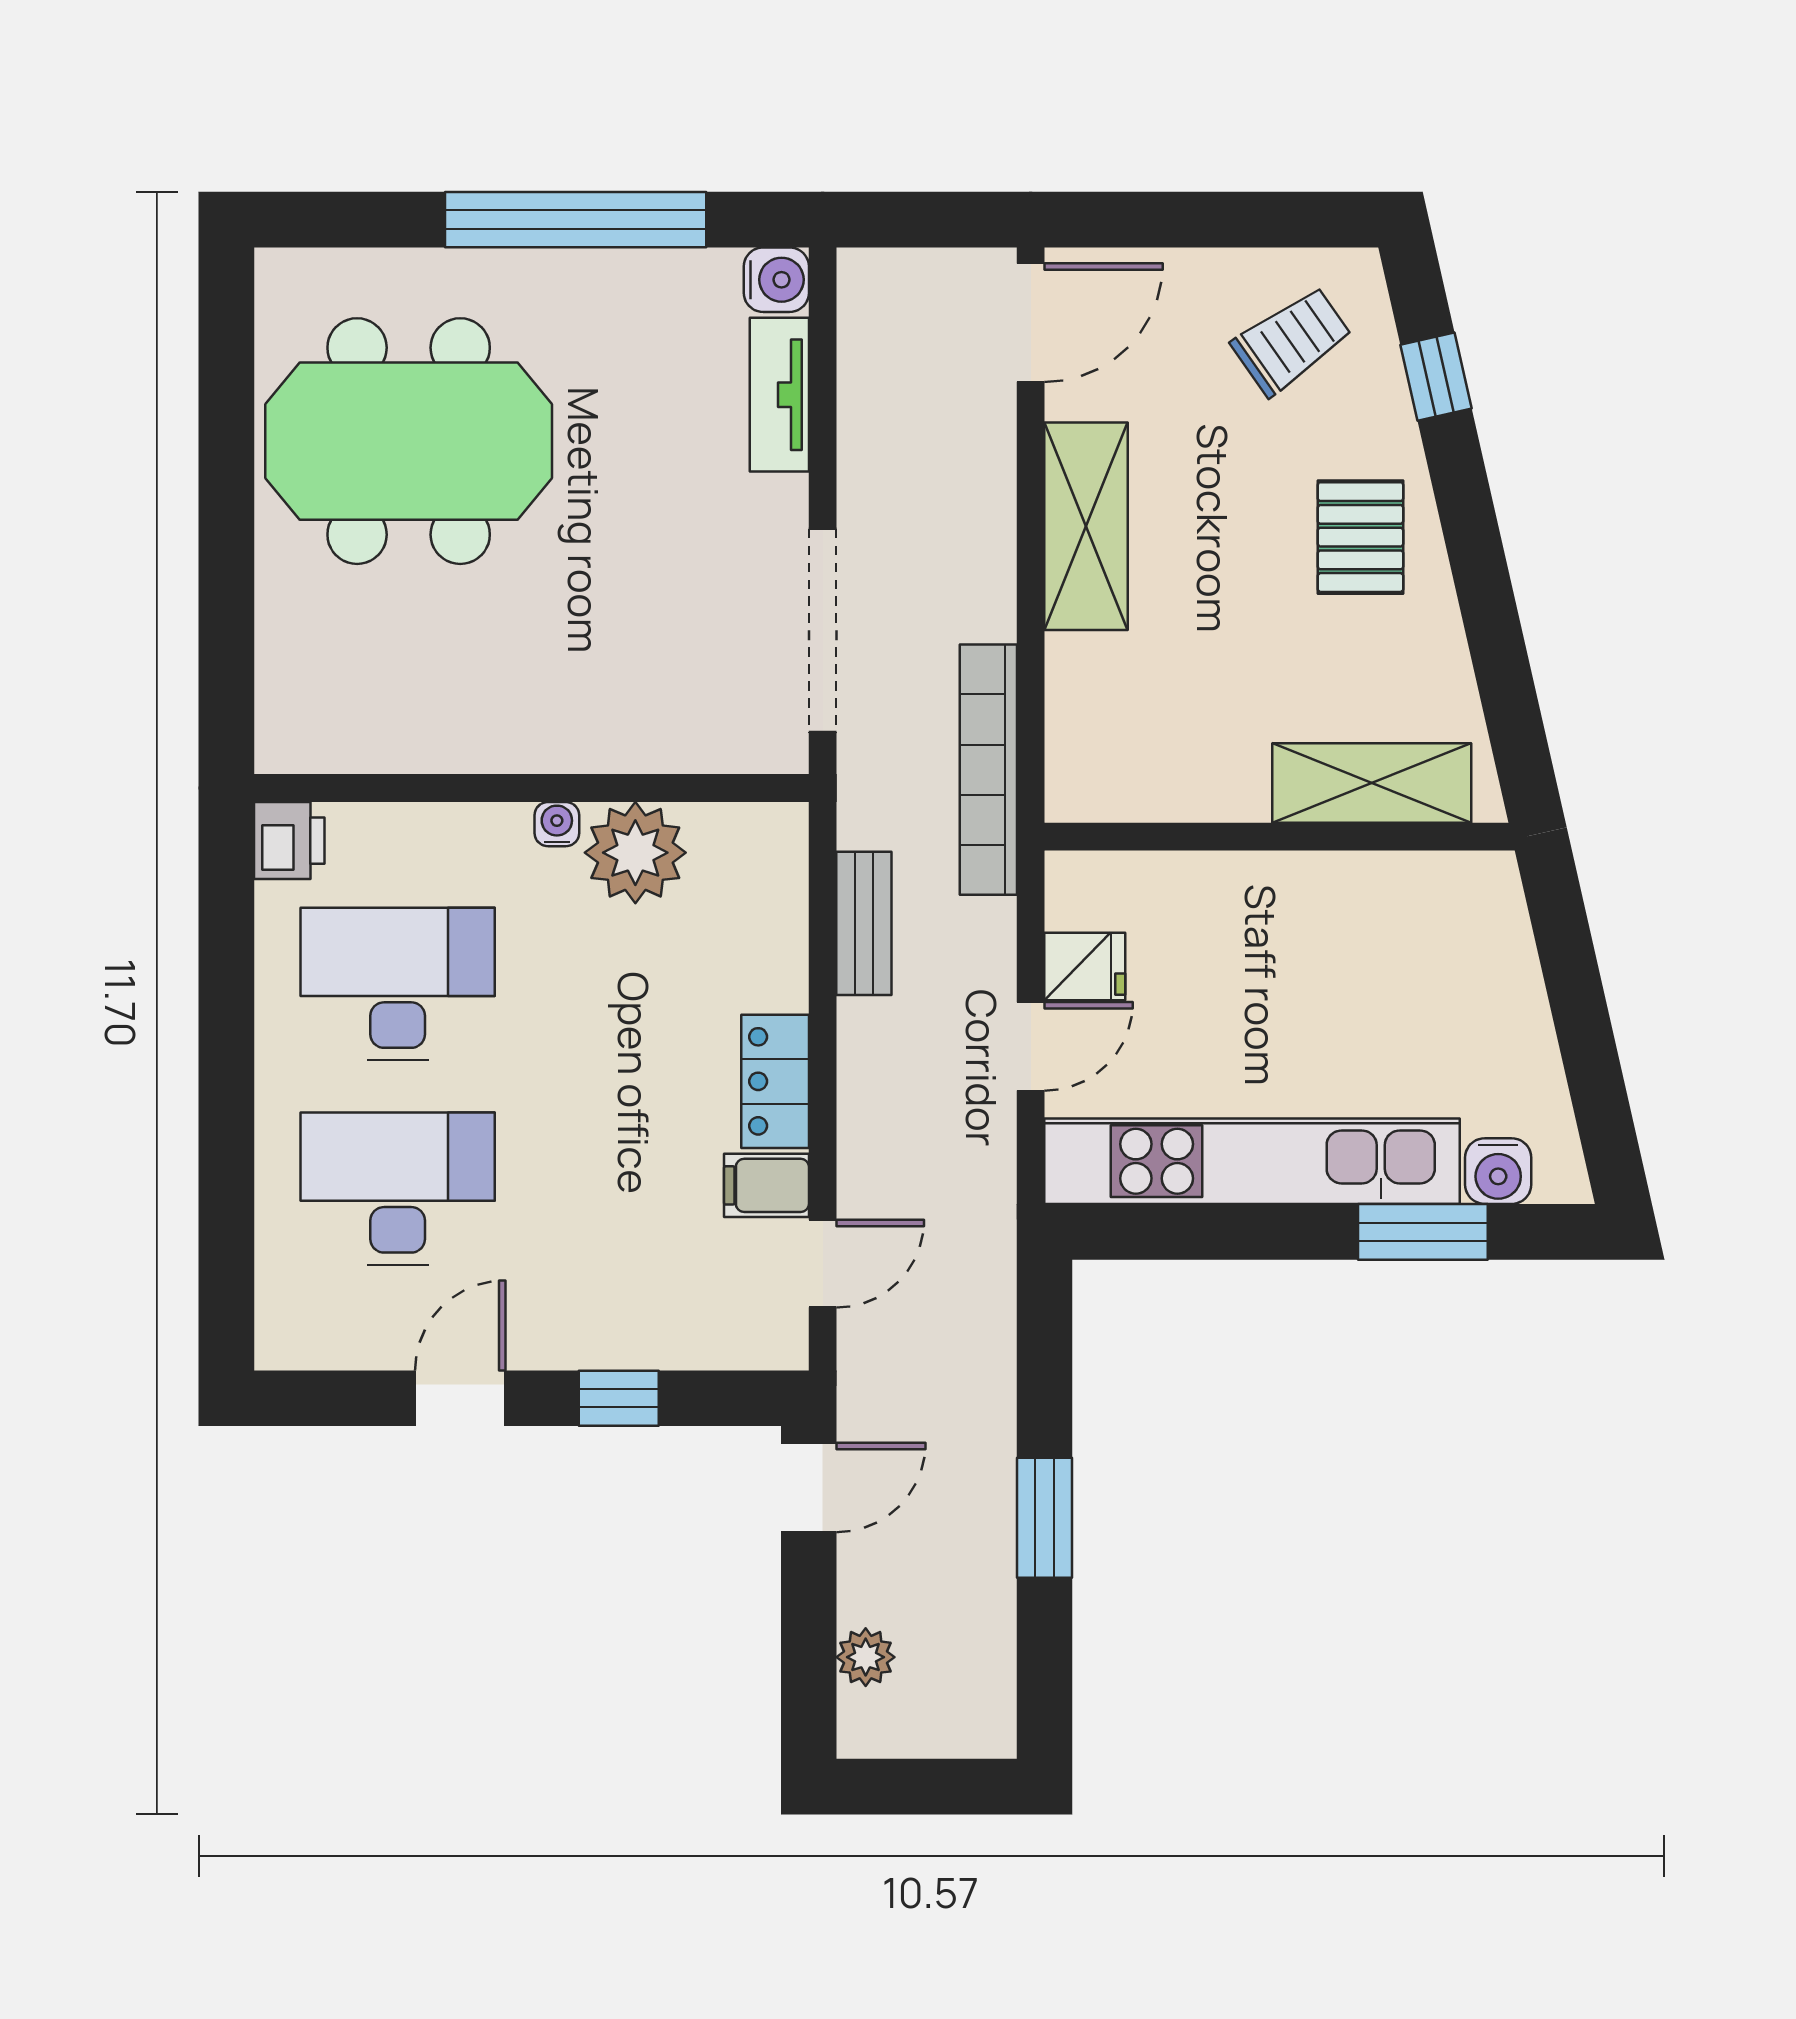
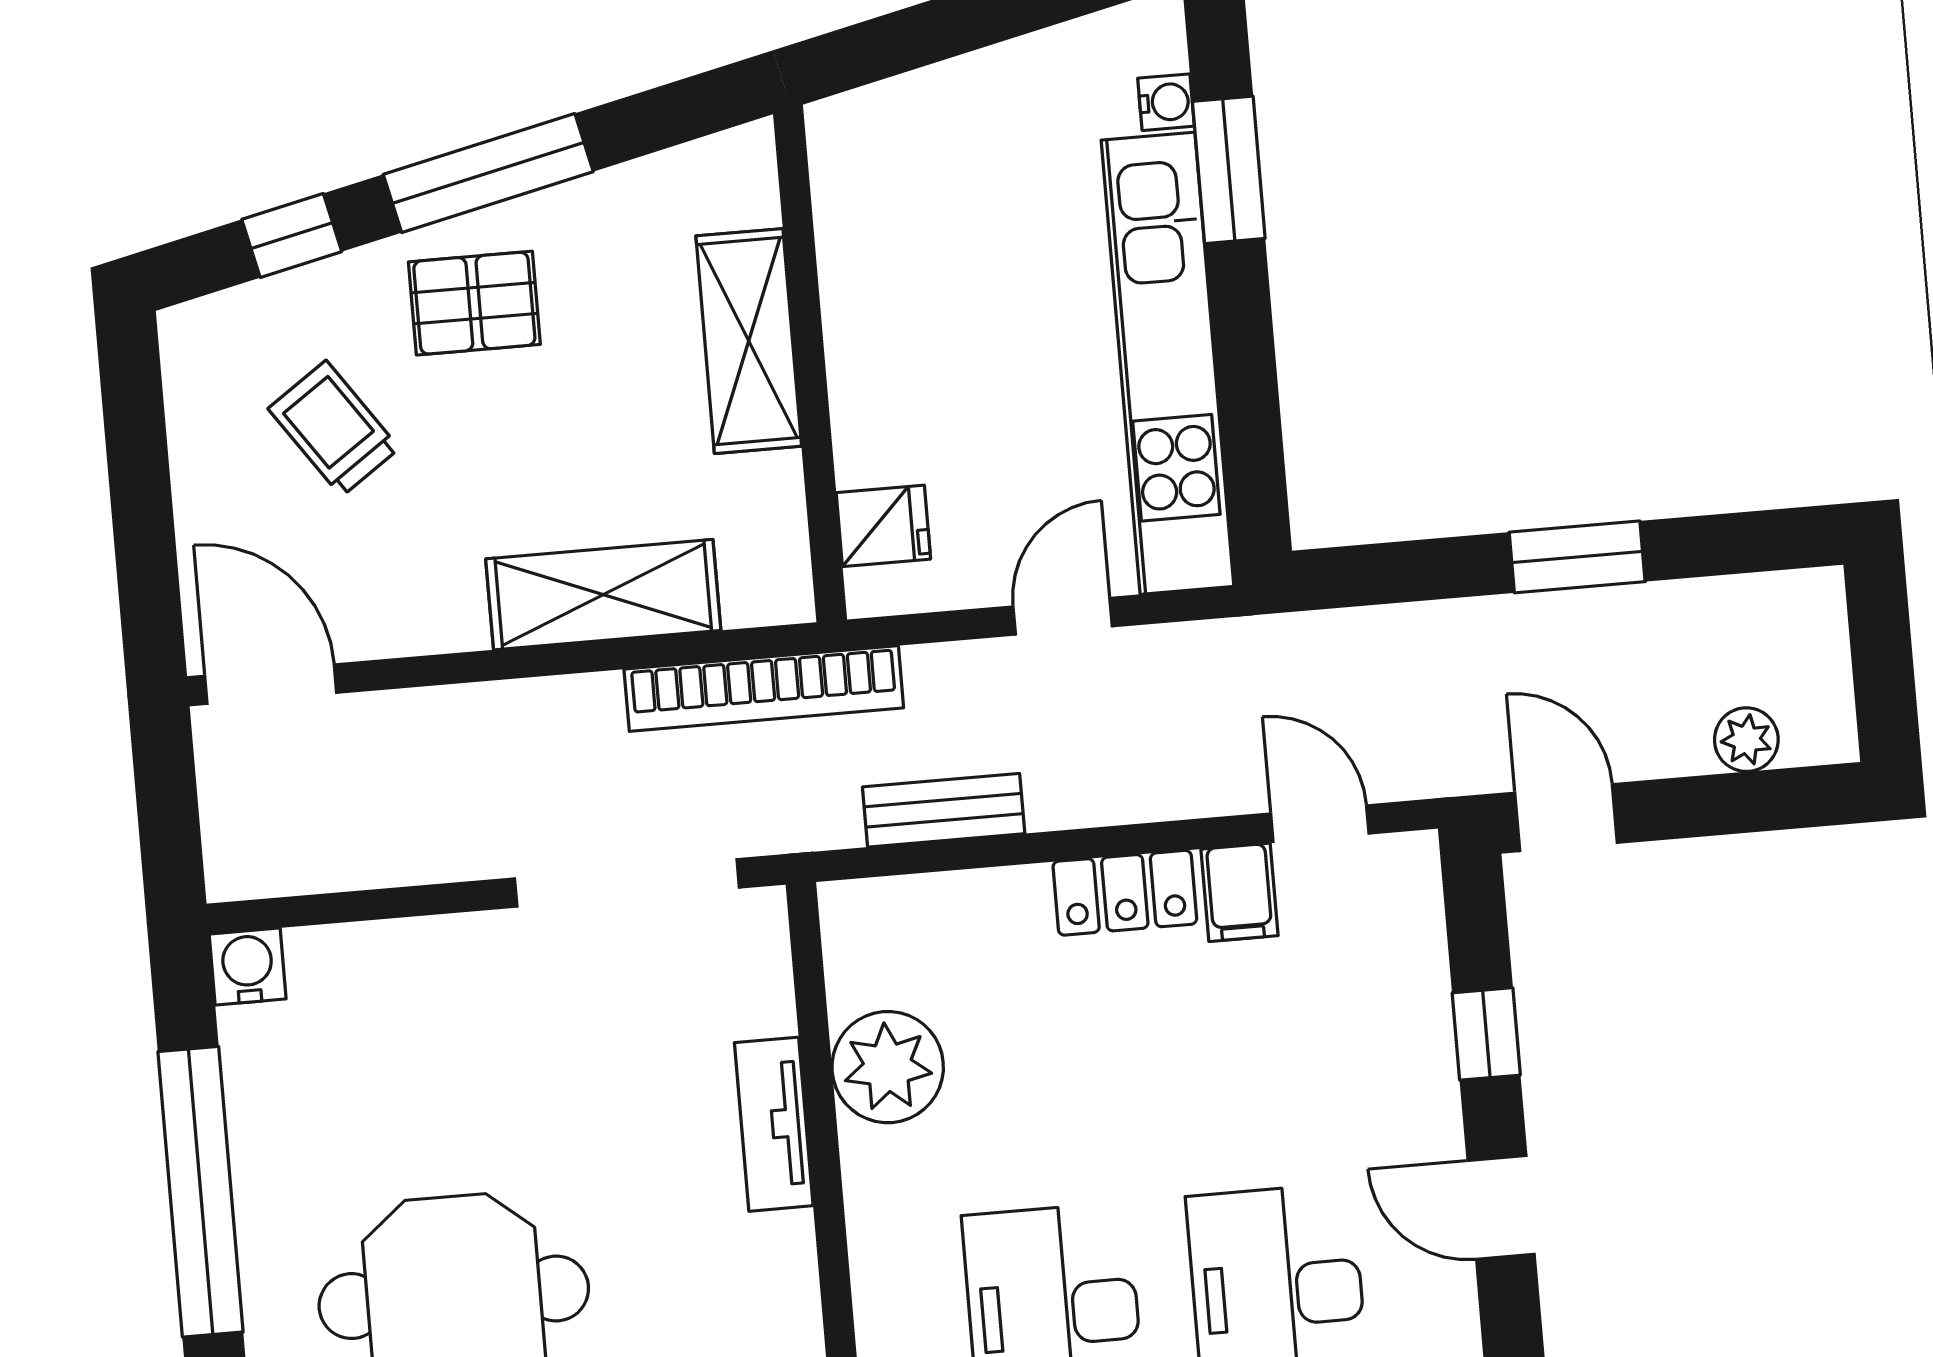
trolley: (1292, 341) -> (334, 428), moved
tv unit: (779, 395) -> (774, 1124), moved, turned 90
shelving: (1086, 526) -> (603, 595), moved
window: (1477, 560) -> (488, 173), added
shelving: (1372, 783) -> (749, 341), moved
water cooler: (557, 824) -> (864, 1156), removed
fridge: (1085, 967) -> (883, 526), moved, turned 90
door: (1031, 1046) -> (1063, 616), hinge flipped
water cooler: (1498, 1171) -> (1166, 102), width x0.72, depth x0.72

